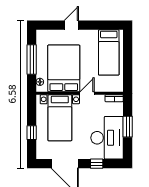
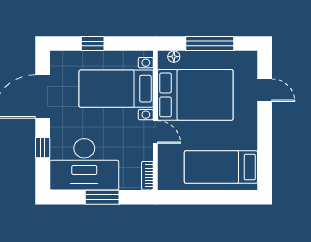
door: (71, 25) -> (265, 90), moved

